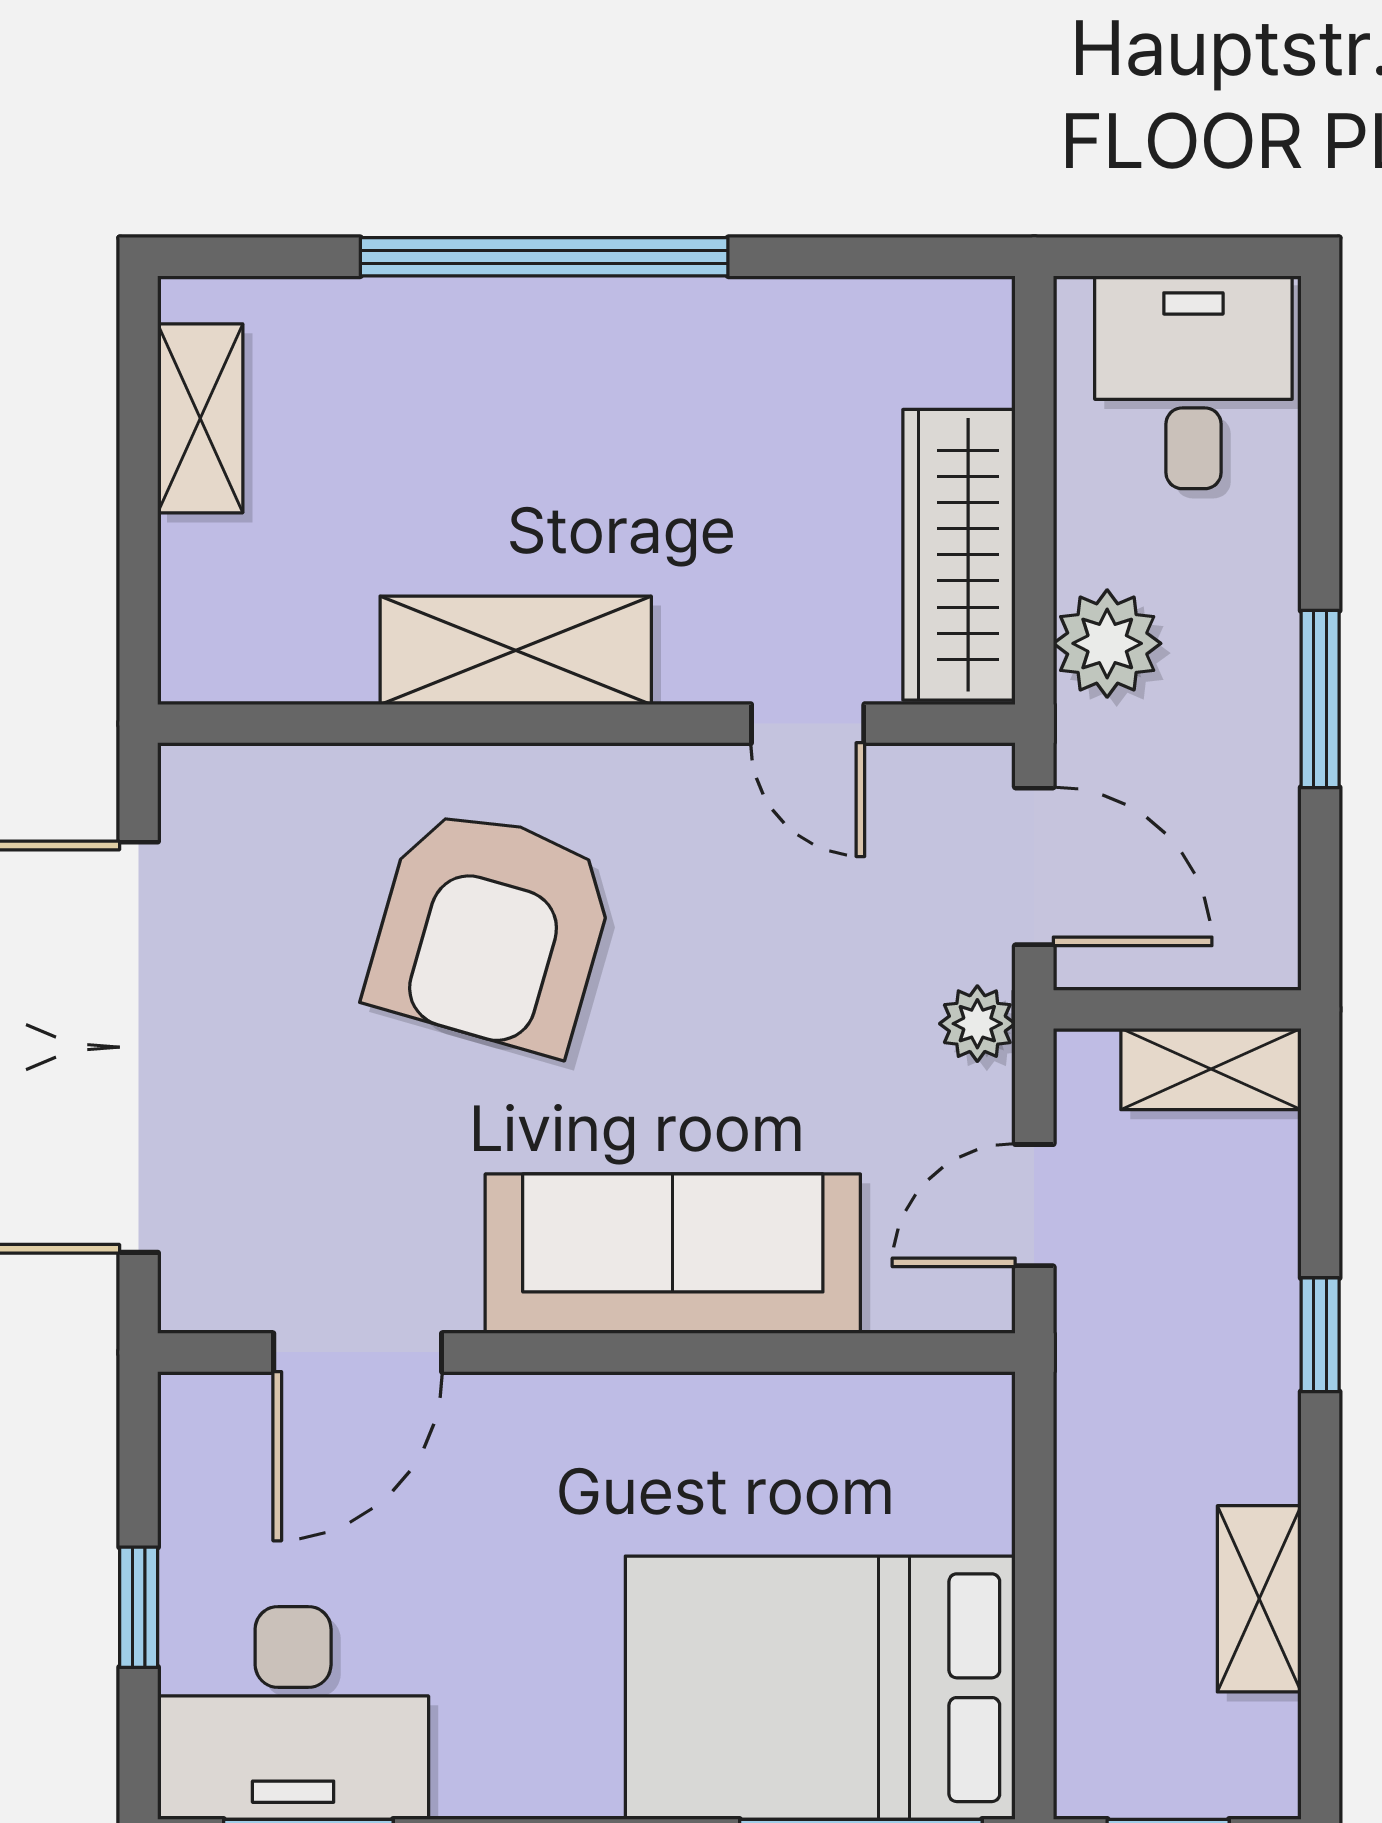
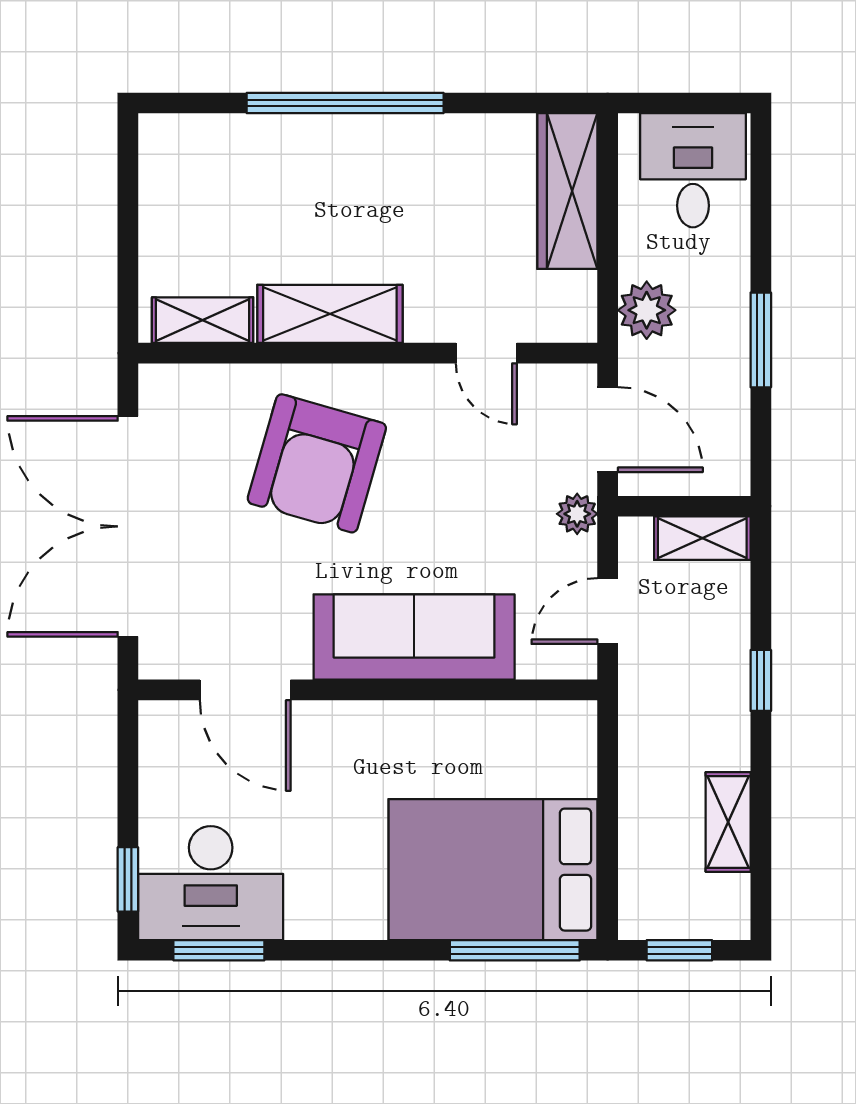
shelving: (200, 418) -> (203, 320), moved, turned 90
wardrobe: (959, 555) -> (567, 191), moved
door: (358, 1352) -> (245, 690), hinge flipped
window: (139, 1607) -> (128, 879), moved

